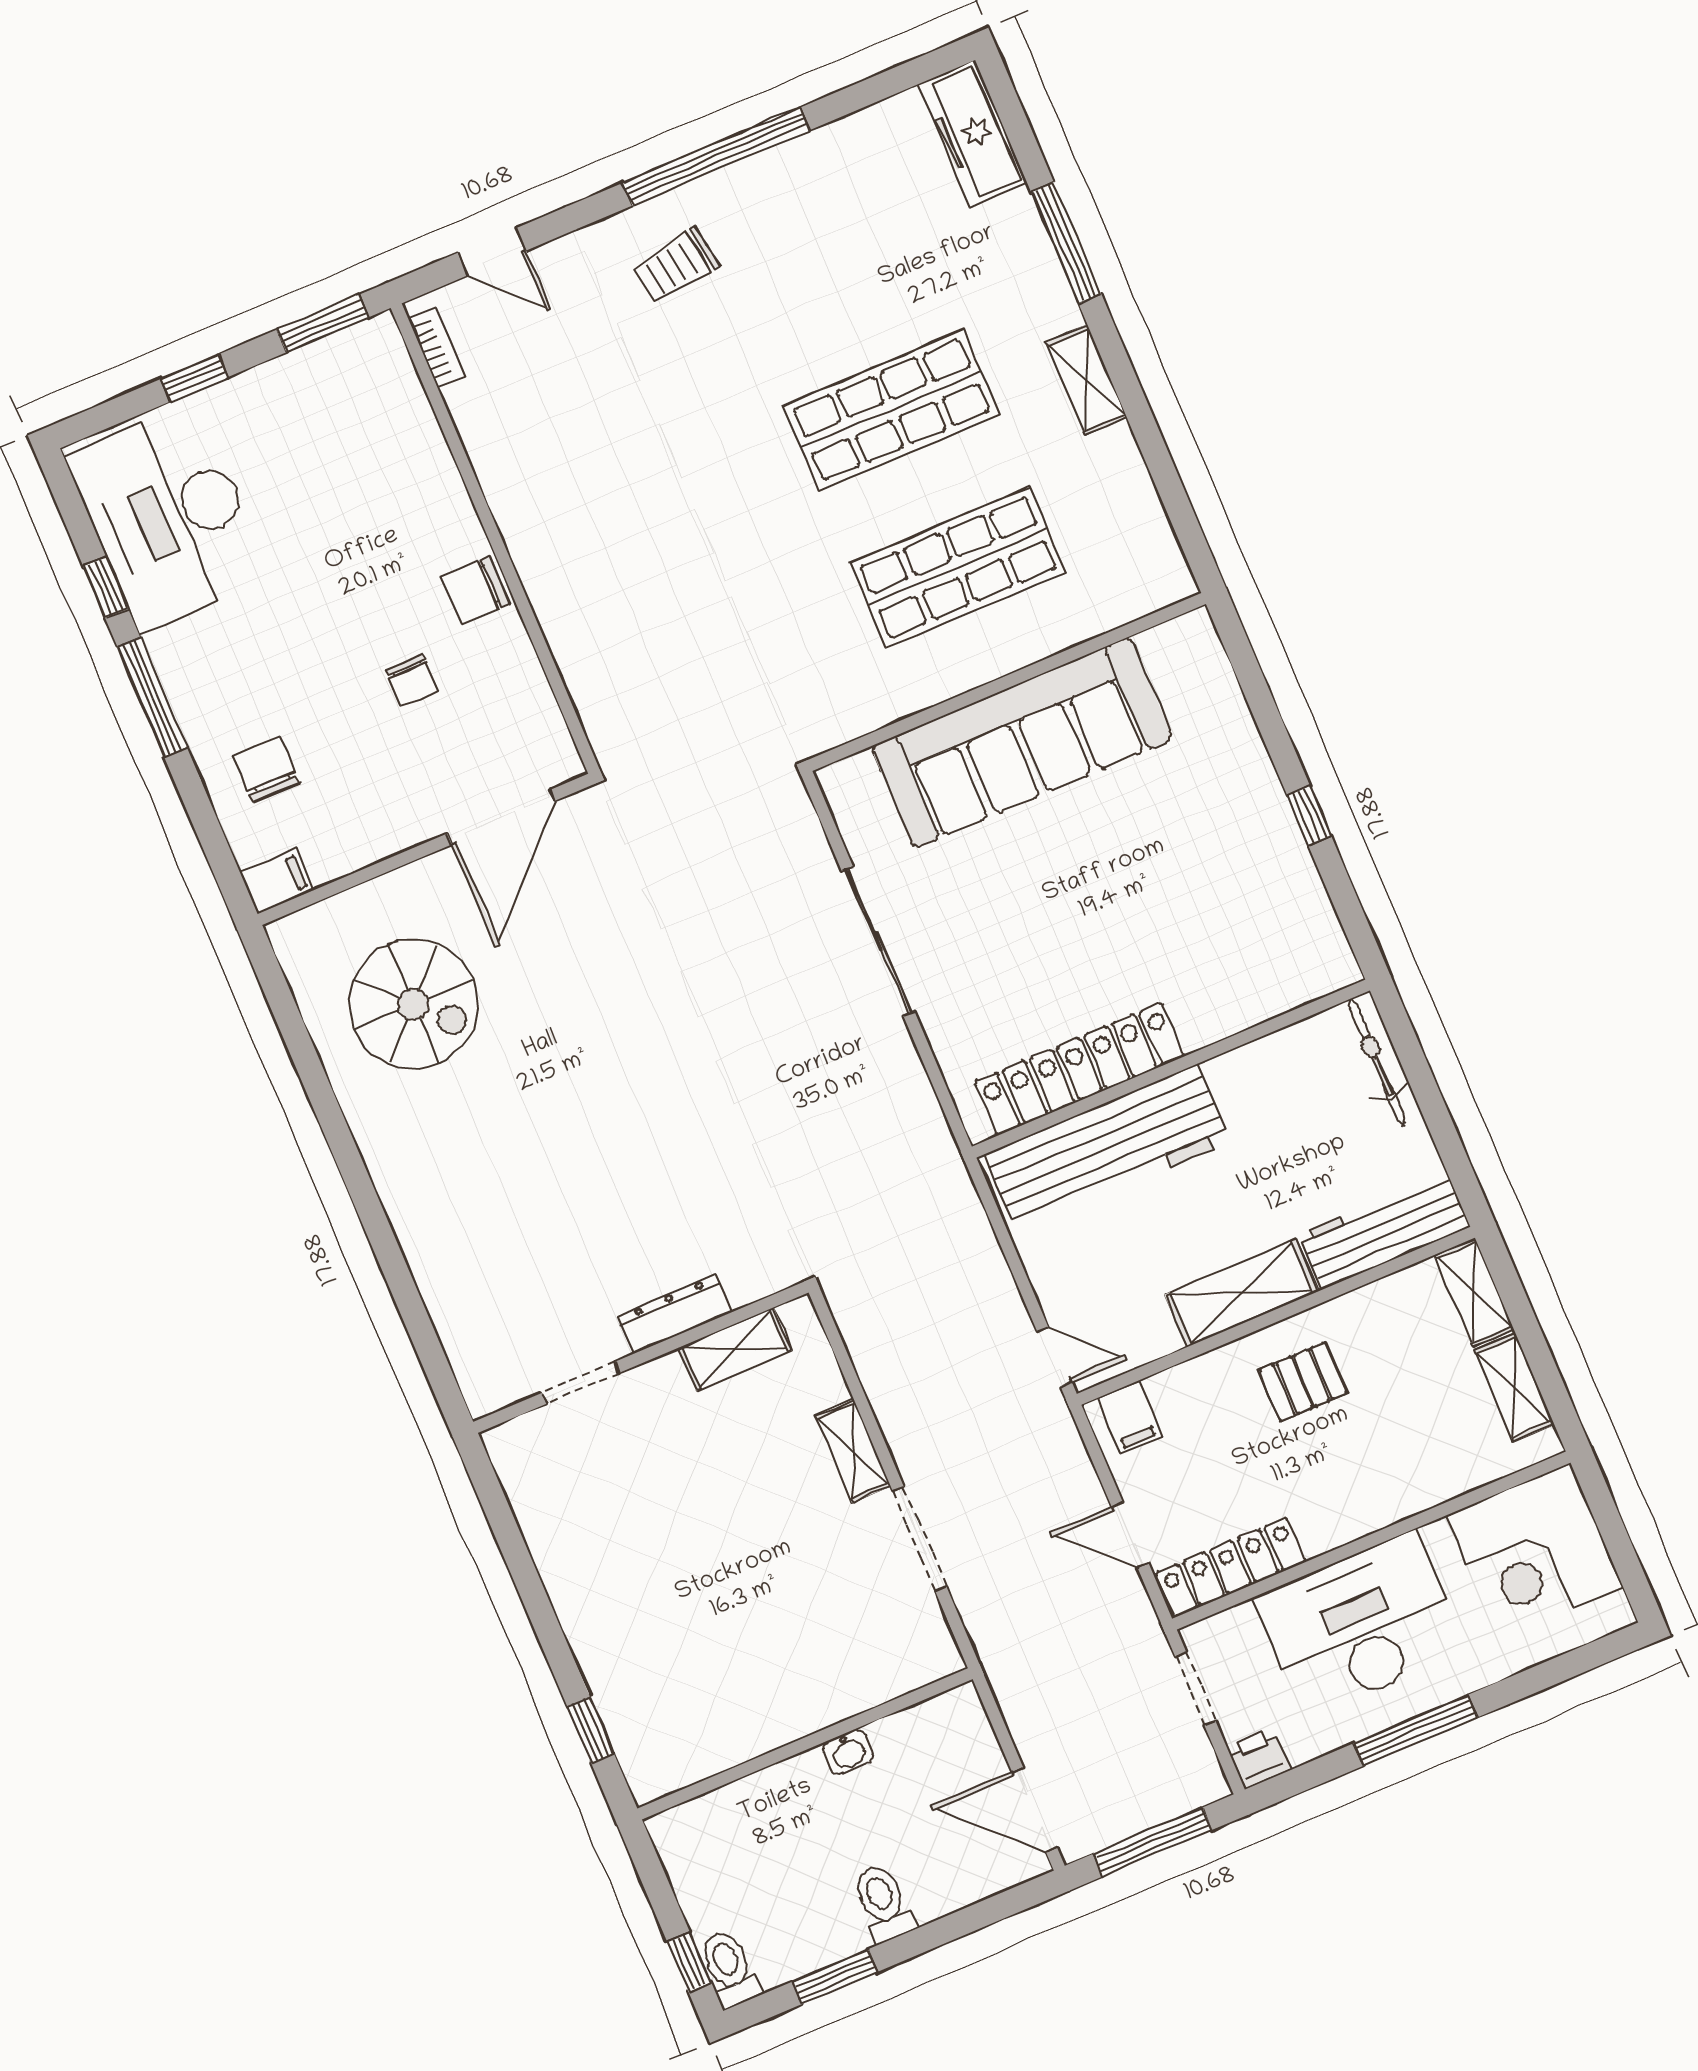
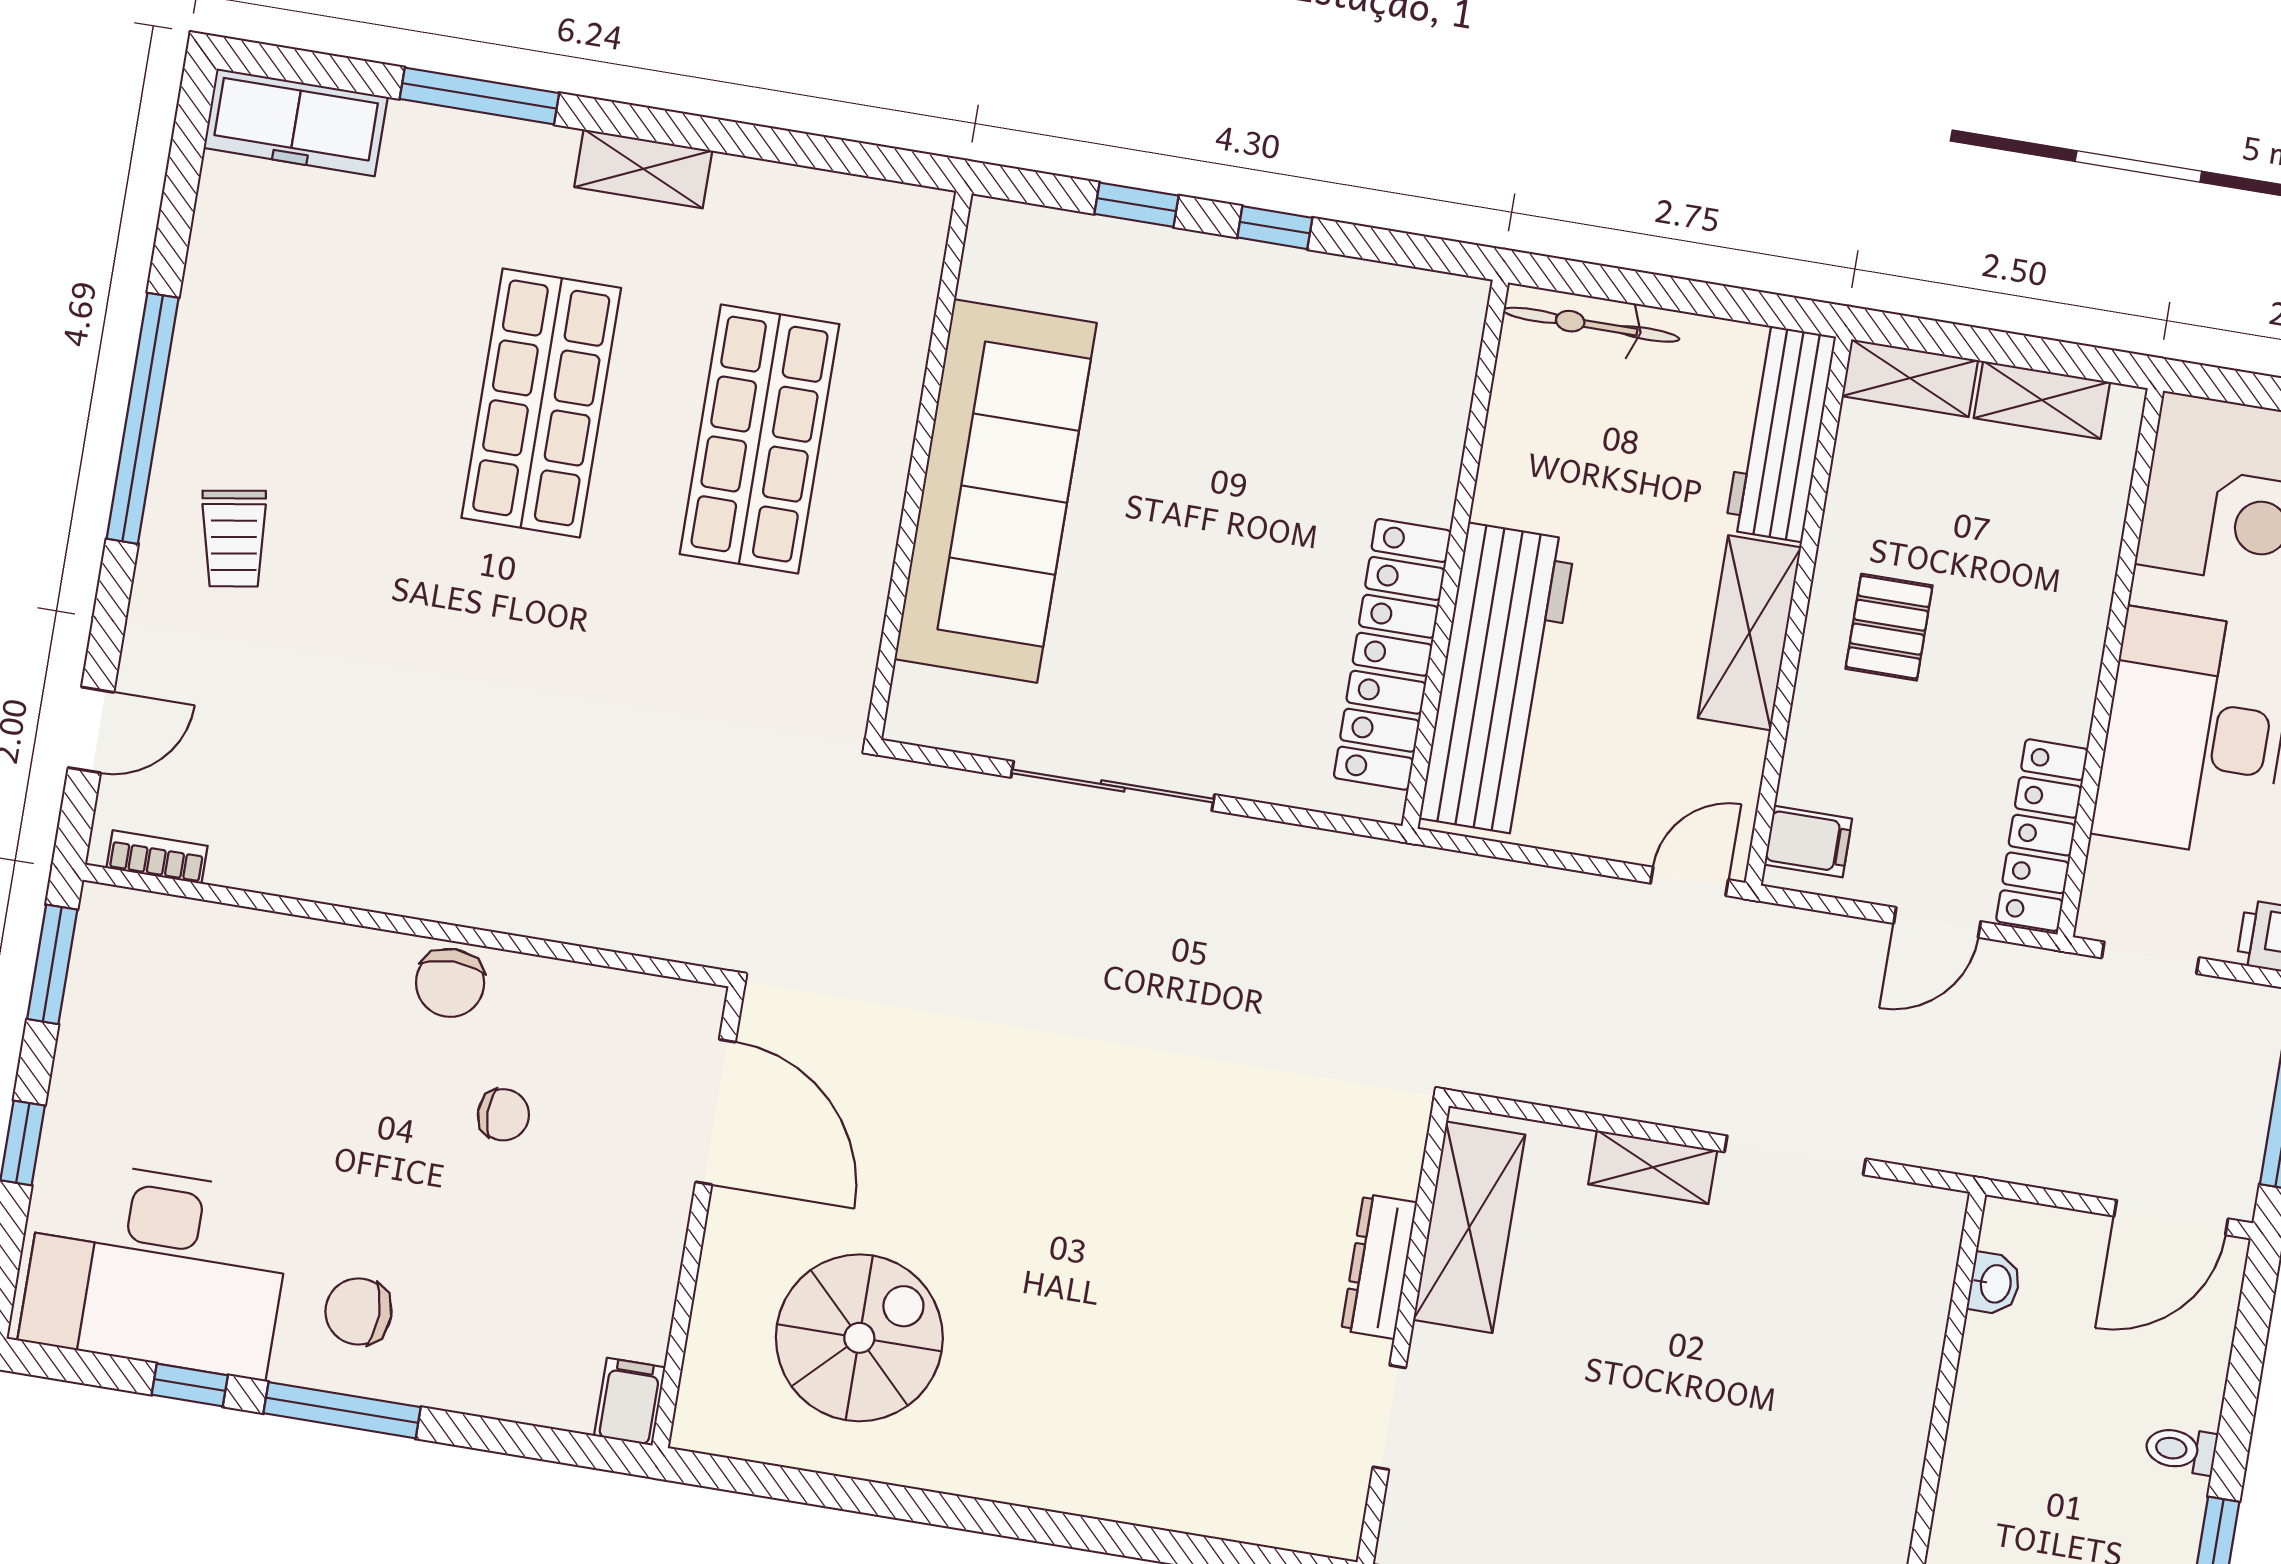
window: (1267, 716) -> (1136, 205), added
chair: (266, 769) -> (358, 1311), moved
shelving: (735, 1349) -> (1469, 1227), width x1.50, depth x1.33
washbasin: (848, 1752) -> (1994, 1284), moved
toilet: (883, 1903) -> (2181, 1450), width x0.73, depth x0.72

